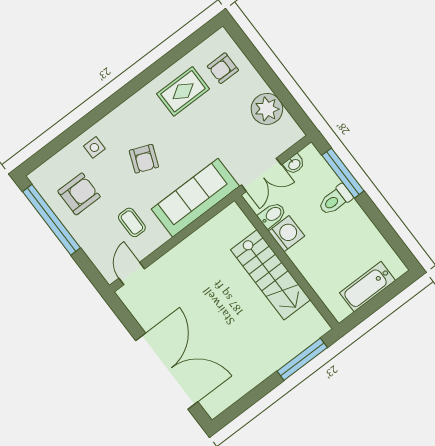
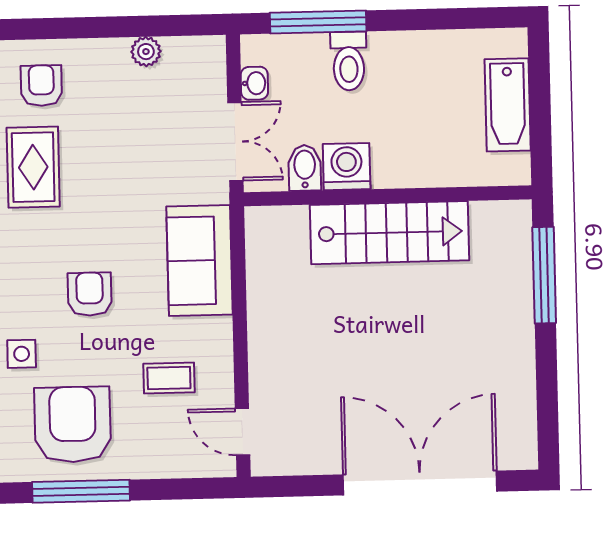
armchair: (223, 68) -> (41, 86), turned 180
plant: (267, 109) -> (146, 52), width x0.53, depth x0.53
armchair: (144, 159) -> (90, 294), turned -112
armchair: (79, 194) -> (73, 424), width x1.36, depth x1.36
sofa: (195, 198) -> (200, 261), width x0.73
window: (51, 220) -> (81, 491), width x0.68

